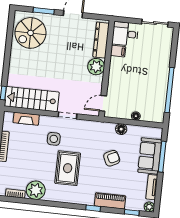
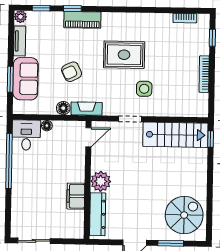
desk: (125, 34) -> (26, 135), moved, turned -90
filing cabinet: (118, 51) -> (76, 196), width x2.00
fireplace: (26, 119) -> (87, 109), moved
window: (162, 157) -> (10, 79), width x0.69
rug: (68, 168) -> (124, 55), turned 90
plant: (36, 190) -> (160, 24), removed
piano: (110, 201) -> (82, 20), moved
window: (93, 208) -> (72, 9), moved

